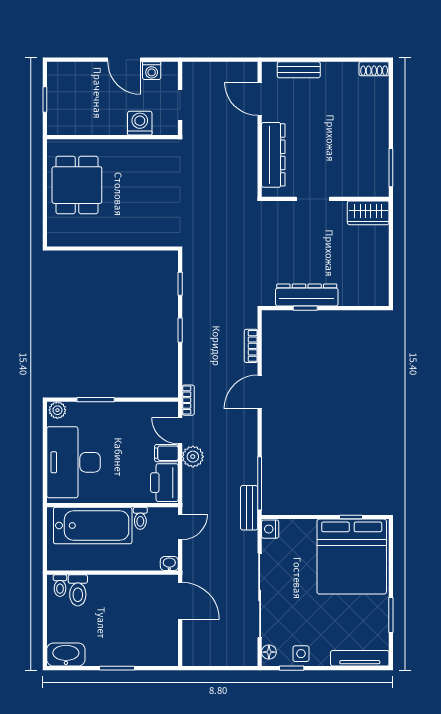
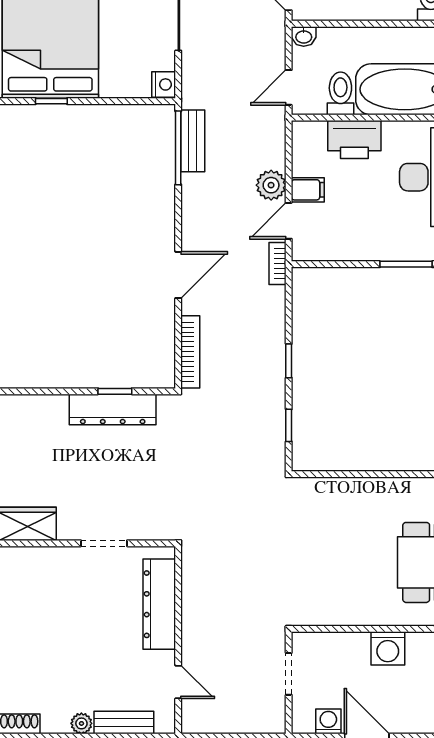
plant: (329, 69) -> (81, 723), added
door: (260, 99) -> (178, 682), width x0.73
washing machine: (140, 123) -> (388, 648), moved
bookcase: (251, 346) -> (190, 352), width x1.56
door: (180, 431) -> (289, 221), swing flipped
printer: (164, 483) -> (354, 139), moved, turned 90
bench: (249, 508) -> (193, 141), moved
toilet: (140, 518) -> (340, 93), width x1.37, depth x1.39

